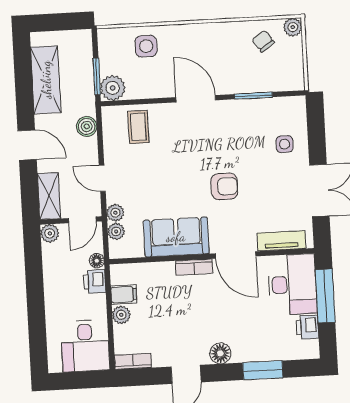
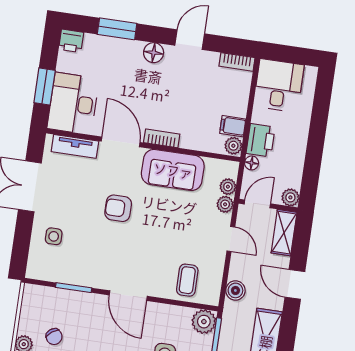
printer: (95, 282) -> (261, 140), width x1.36, depth x1.24
window: (325, 296) -> (45, 86), width x0.69
plant: (121, 315) -> (233, 146), moved
printer: (307, 327) -> (71, 41), moved, turned 90

